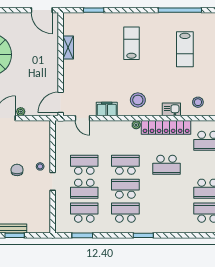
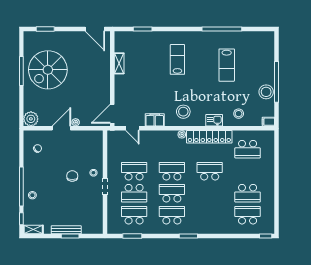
school desk: (167, 165) -> (210, 171), turned 180

